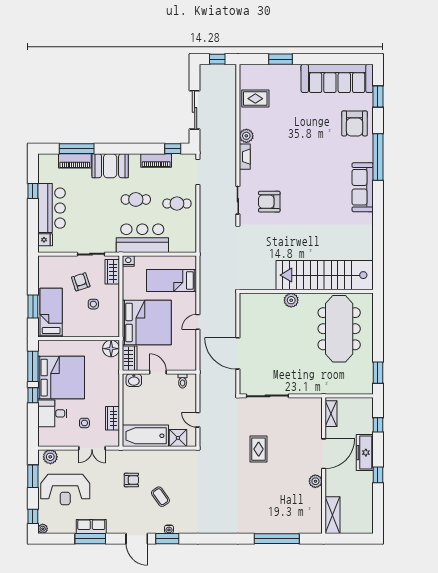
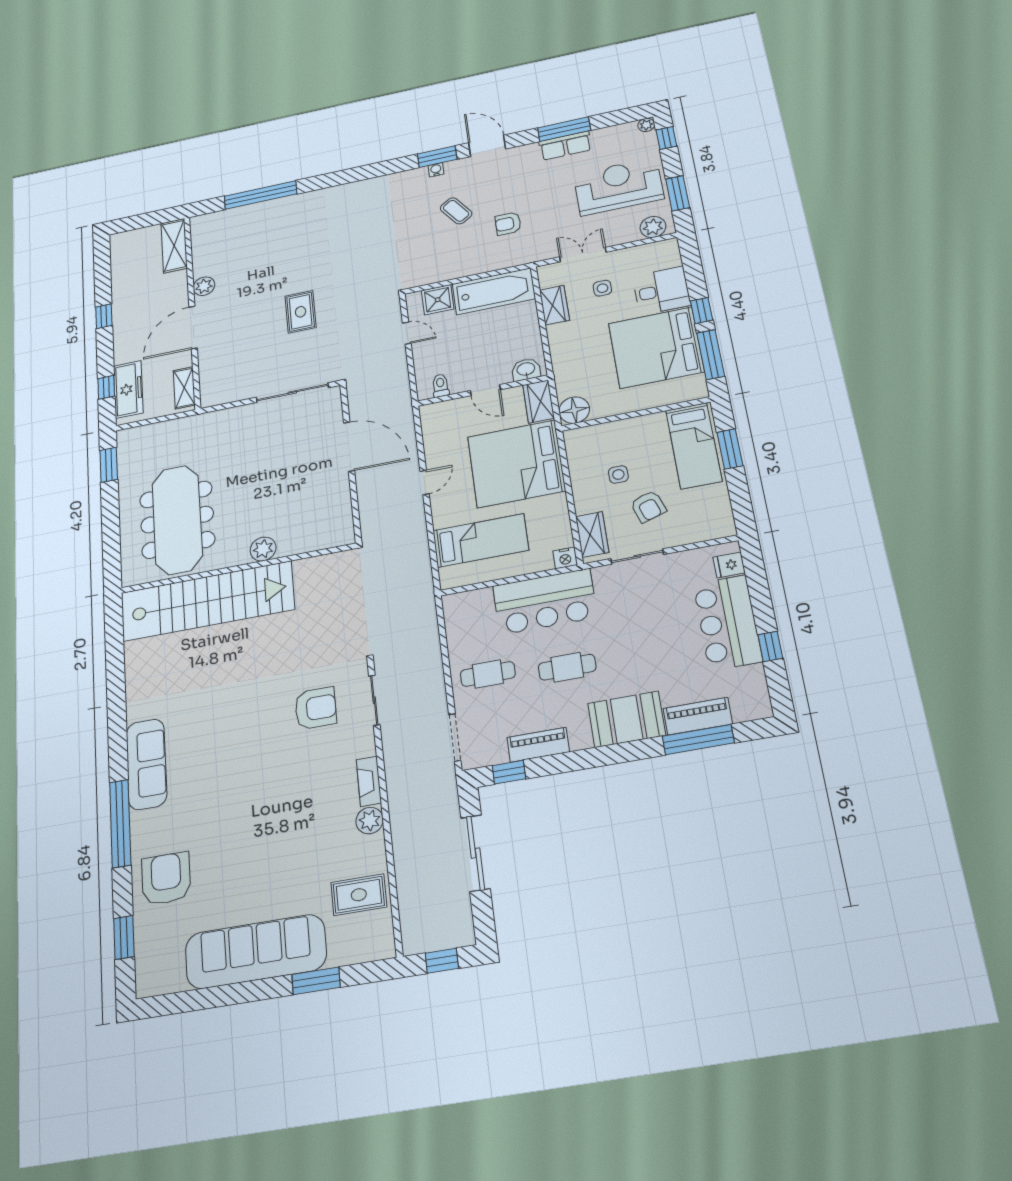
sofa: (337, 78) -> (256, 952), moved
freezer: (365, 453) -> (128, 389), moved

